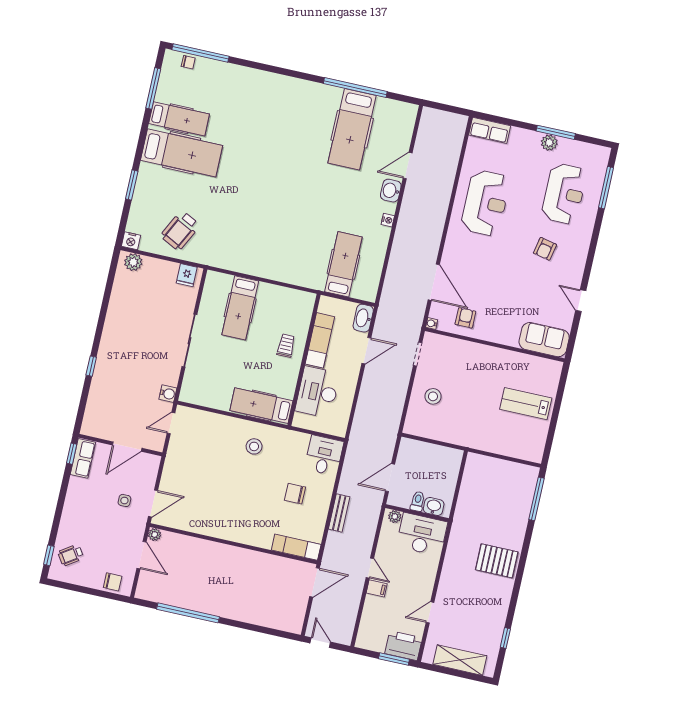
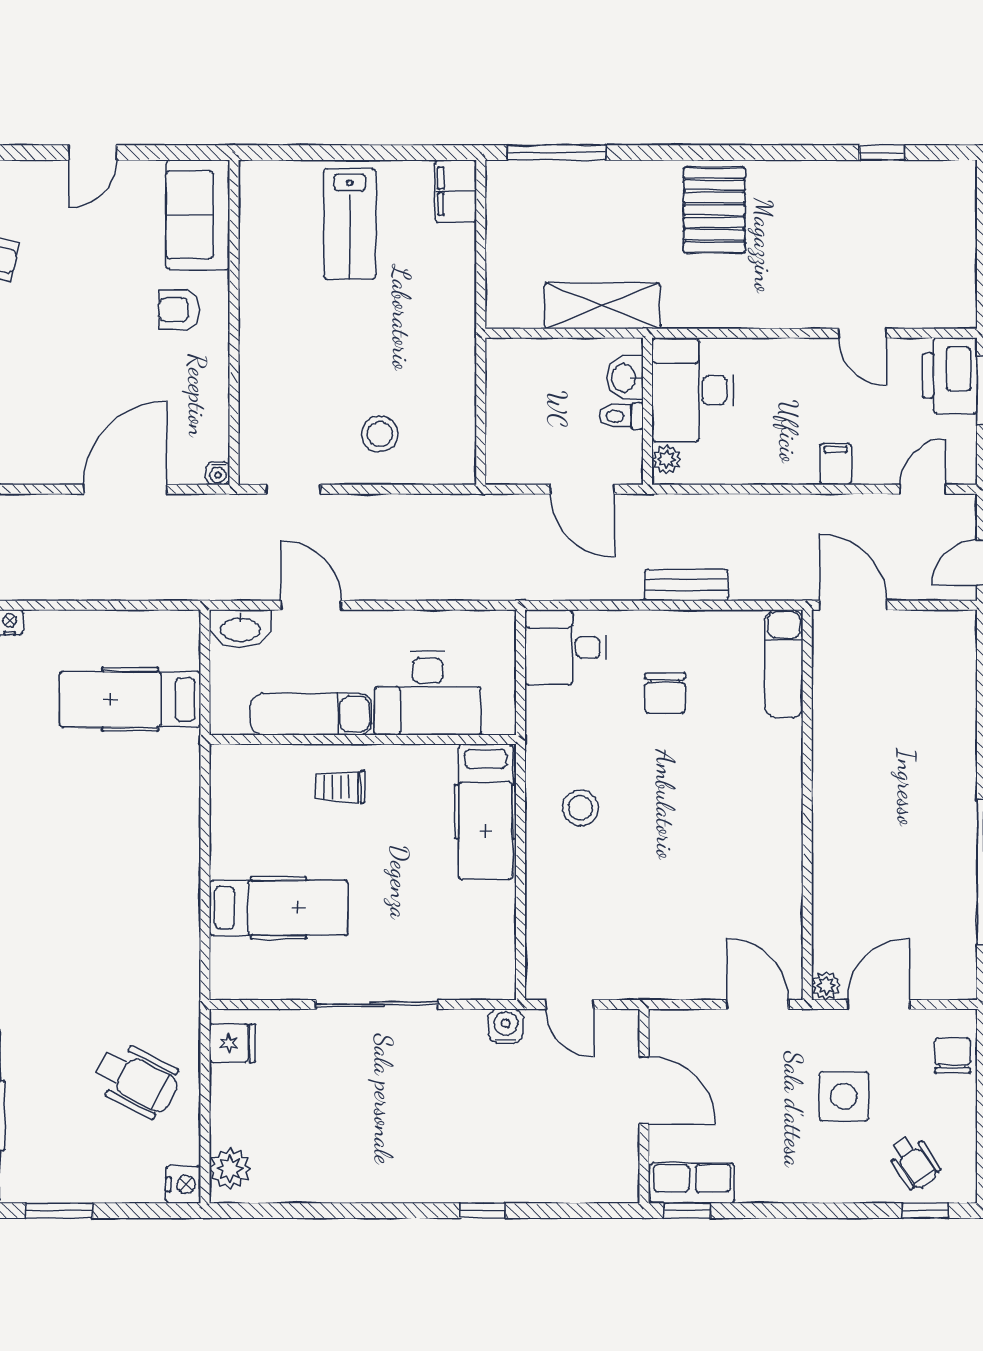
armchair: (465, 318) -> (179, 310), moved
filing cabinet: (530, 452) -> (456, 191), added
side table: (124, 500) -> (844, 1096), moved, width x1.87, depth x1.87
door: (370, 568) -> (923, 489), moved
shelving: (460, 660) -> (602, 306), moved, turned 90

